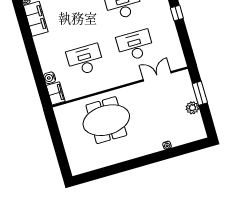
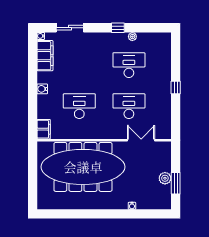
water cooler: (50, 78) -> (42, 89), moved
window: (200, 93) -> (176, 183), moved
meeting table: (106, 120) -> (83, 167), width x1.86, depth x1.27

